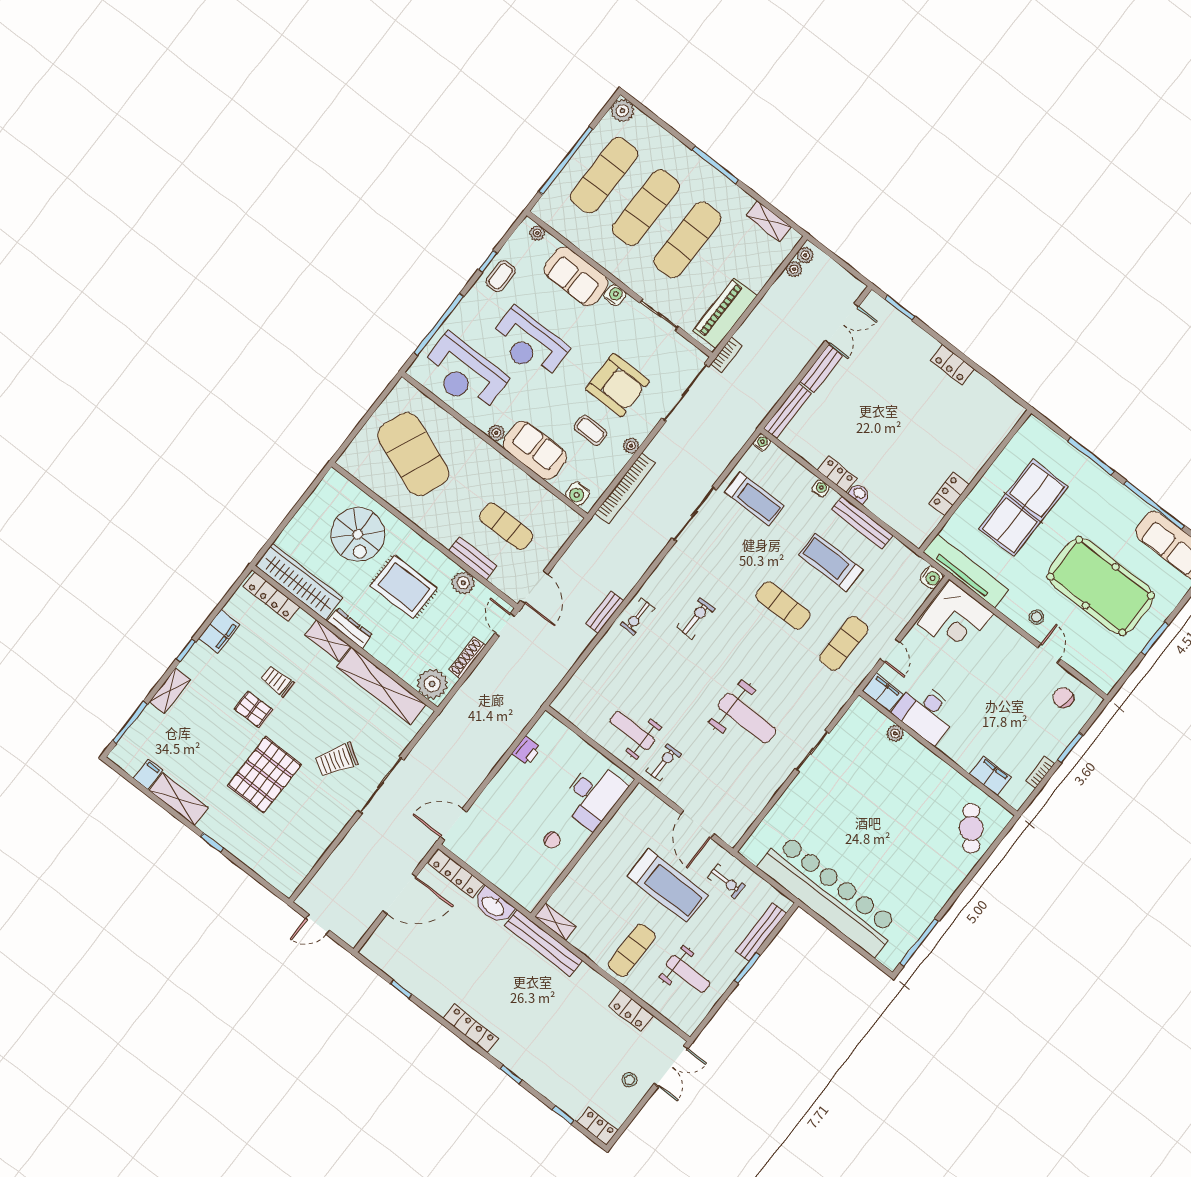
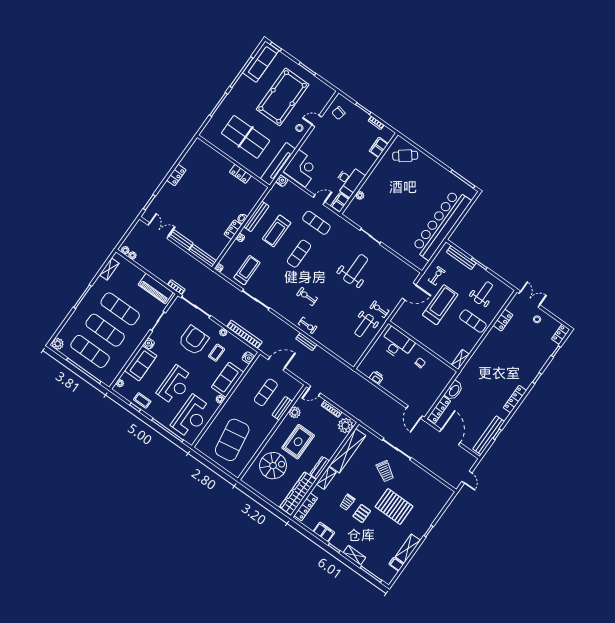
exercise mat: (413, 454) -> (232, 440), turned -30
door: (534, 587) -> (277, 364), moved
bench: (543, 943) -> (489, 435), moved

